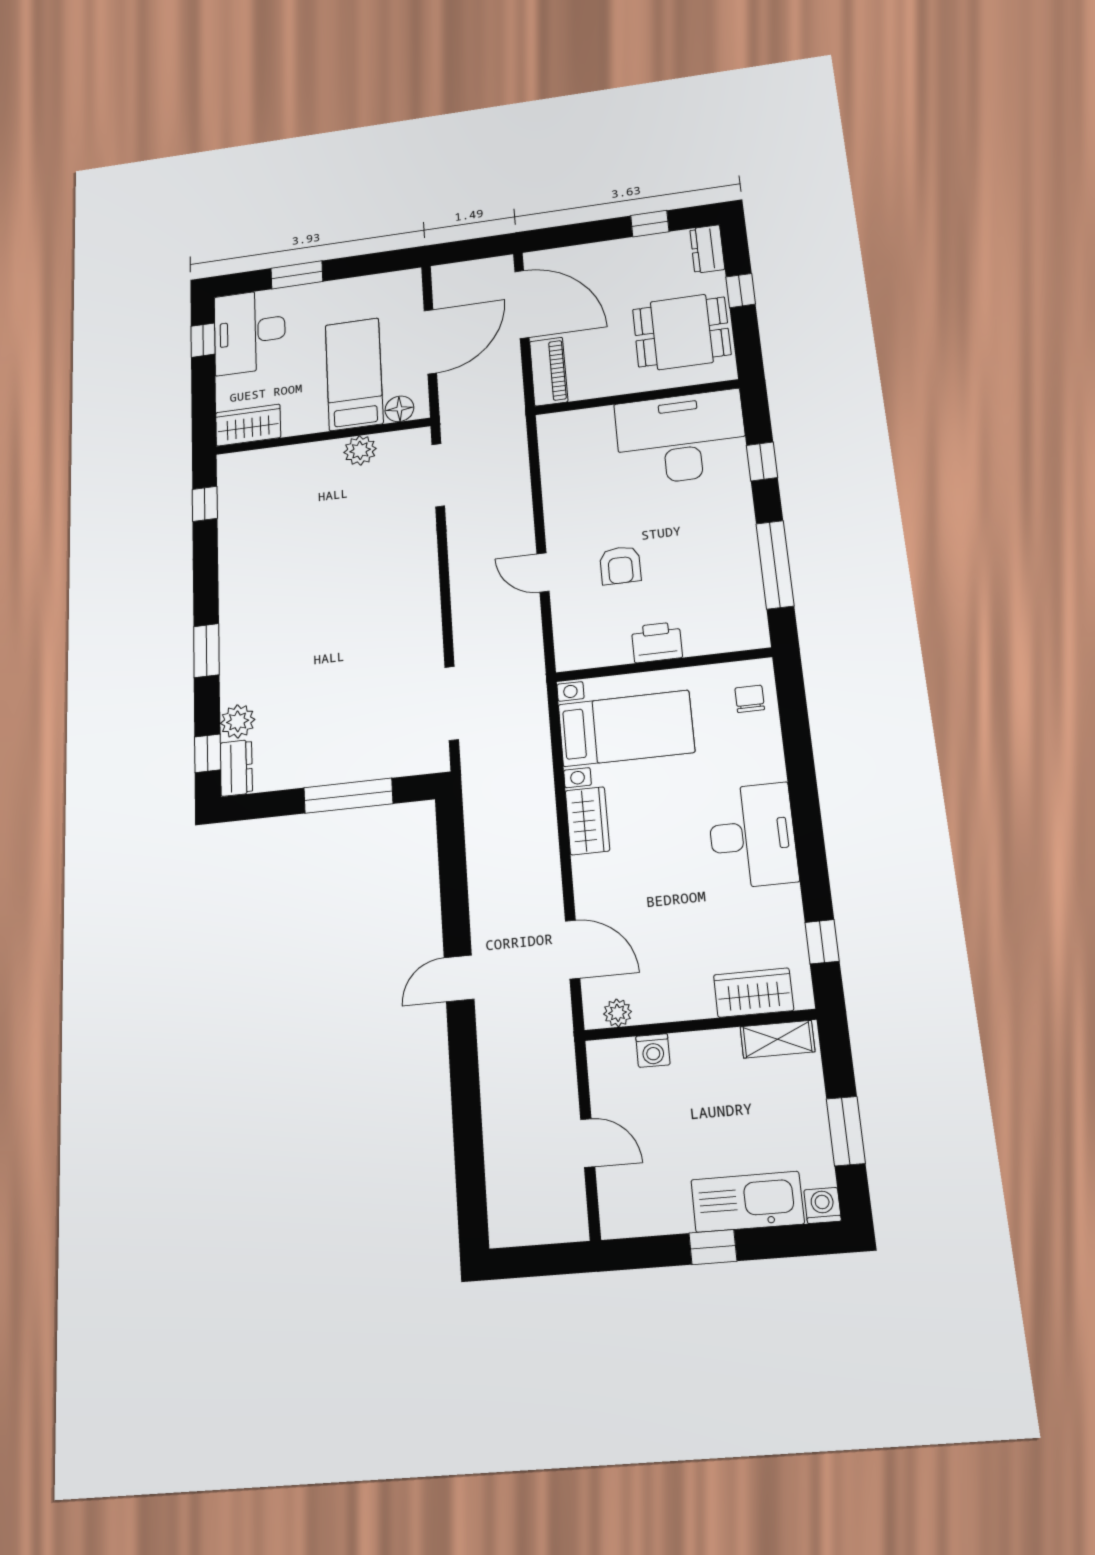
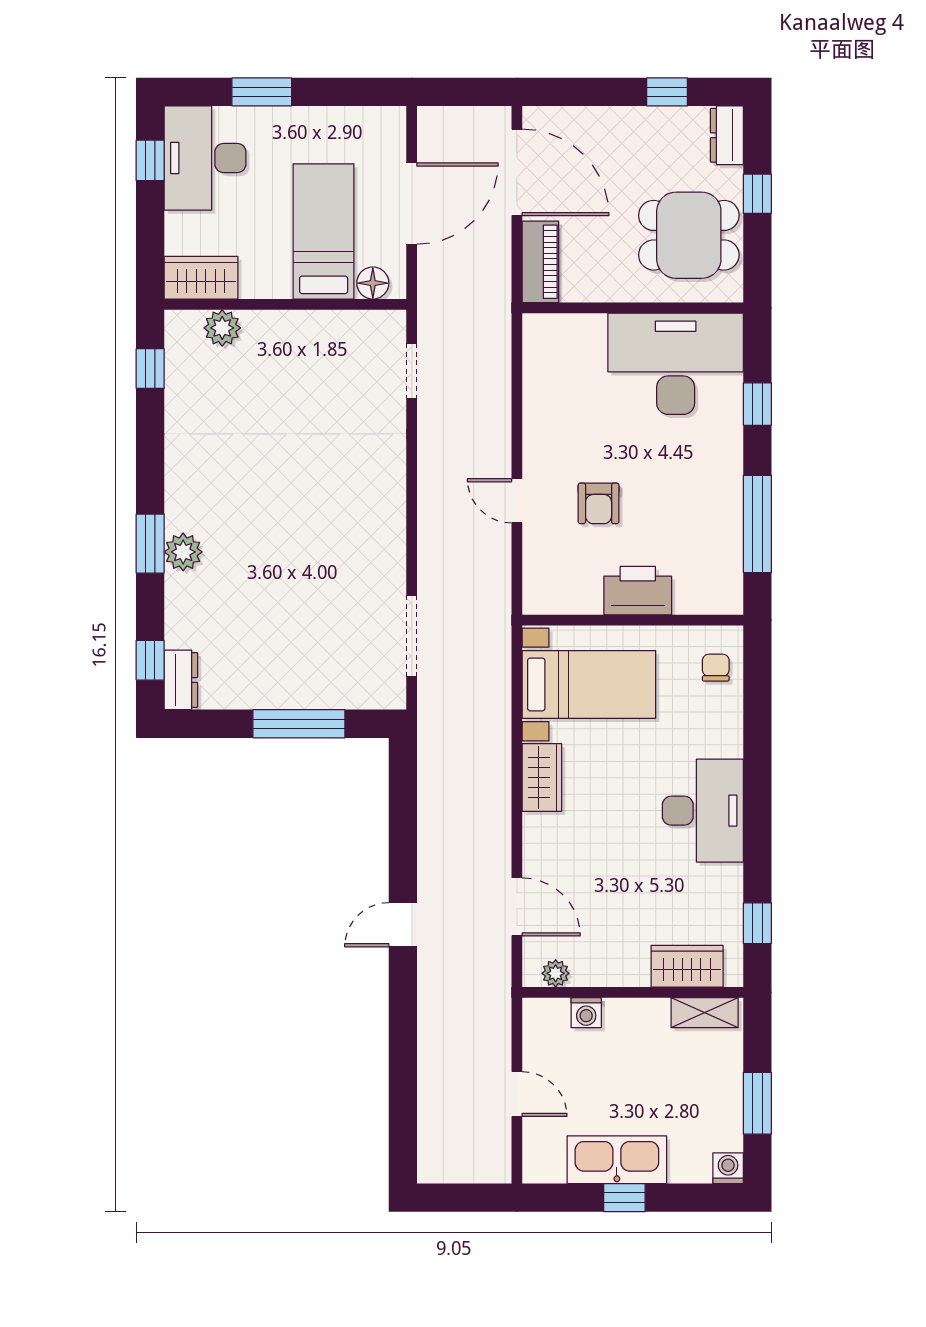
plant: (360, 450) -> (222, 328), moved
doorway: (438, 475) -> (412, 371), width x0.73
printer: (657, 642) -> (638, 591), width x1.37, depth x1.19
plant: (238, 721) -> (183, 552), moved
kitchen sink: (747, 1202) -> (617, 1160), moved

